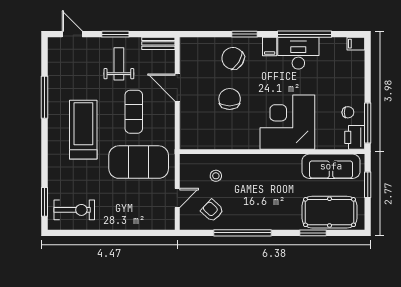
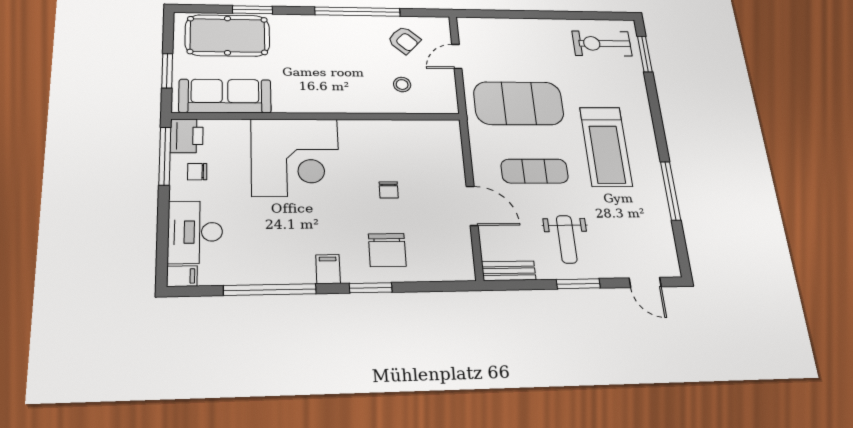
desk: (298, 53) -> (195, 232), moved, turned 90
chair: (233, 58) -> (387, 250), turned 58
chair: (230, 99) -> (389, 190), width x0.54, depth x0.54
exercise mat: (134, 112) -> (535, 171), turned 90

